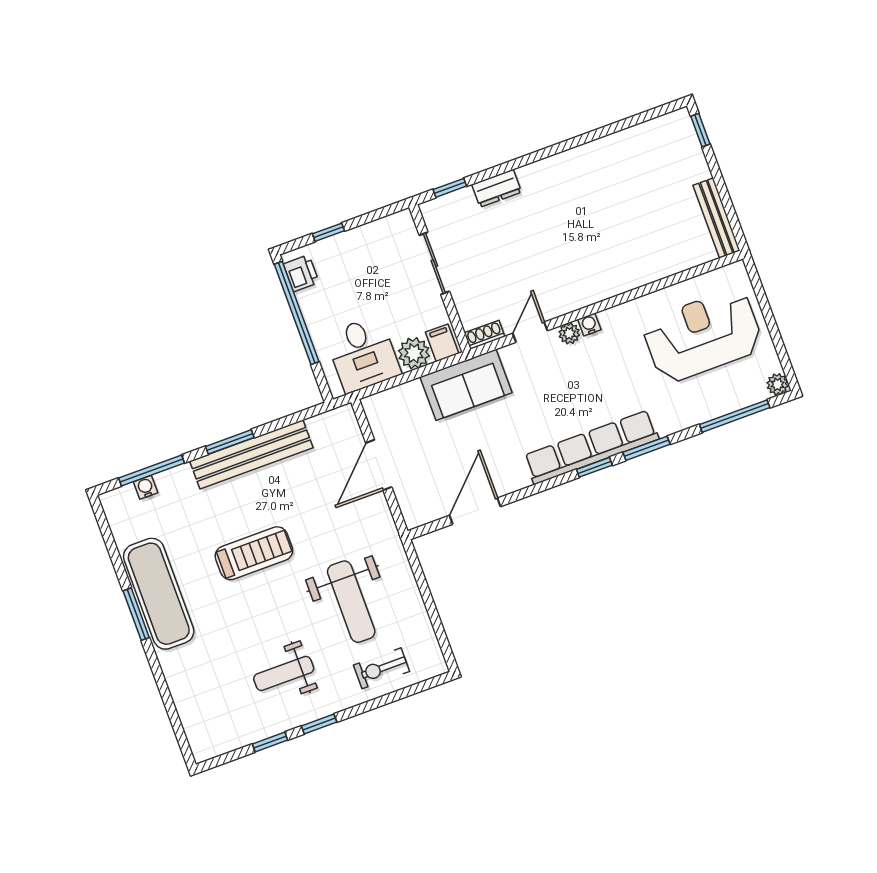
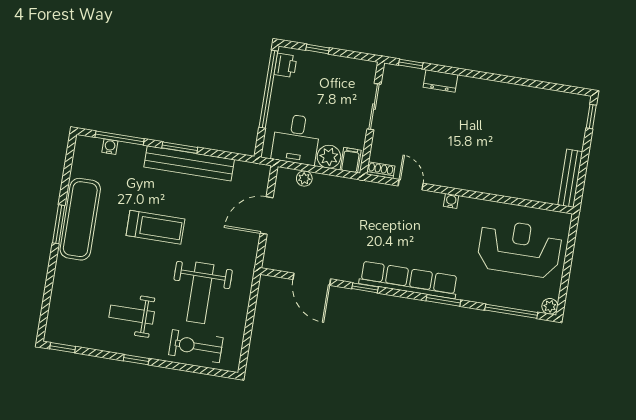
door: (530, 332) -> (411, 185), hinge flipped
plant: (569, 333) -> (304, 179), moved
sofa: (466, 385) -> (351, 195), removed
window: (594, 467) -> (365, 288), moved
door: (475, 511) -> (312, 279), swing flipped
exercise bike: (382, 668) -> (196, 346), width x1.38, depth x1.39
window: (270, 742) -> (63, 348), moved

